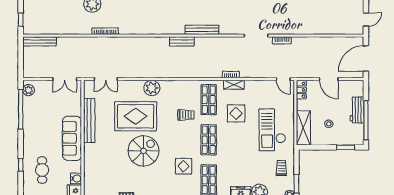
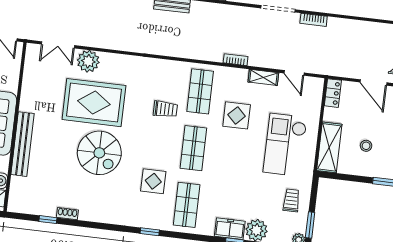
door: (283, 79) -> (294, 73), moved
shelving: (234, 85) -> (263, 77), moved
plant: (152, 88) -> (88, 61), moved
bench: (89, 121) -> (22, 144), moved
spiral stairs: (143, 151) -> (99, 153), turned 90

